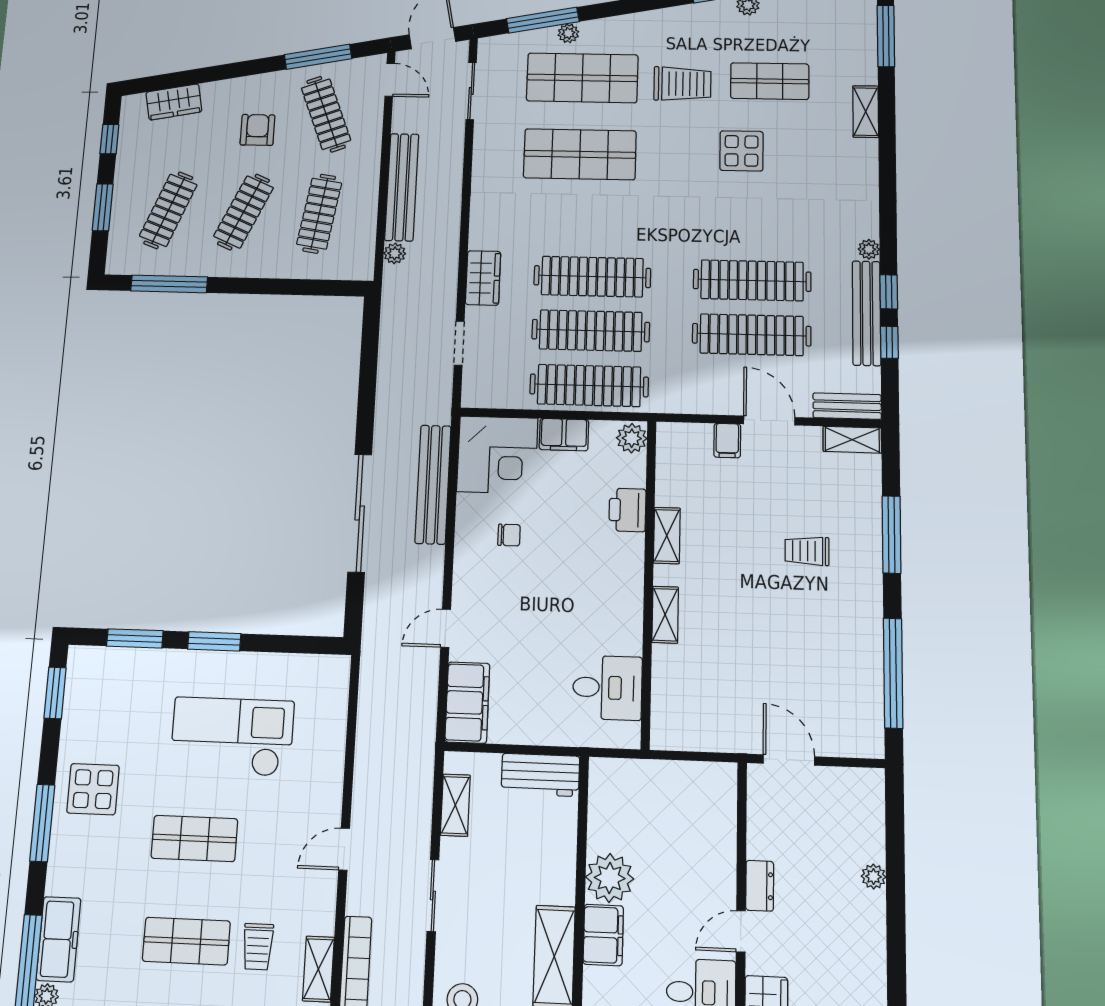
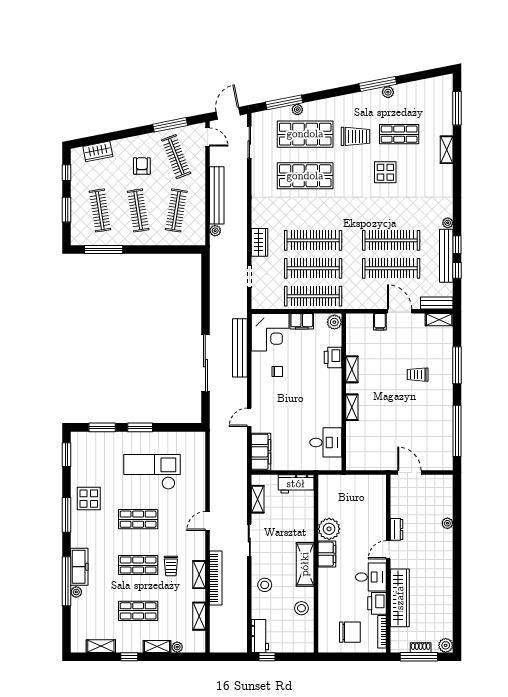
clothes rail: (168, 210) -> (100, 210), turned -30
clothes rail: (244, 212) -> (138, 210), turned -33

